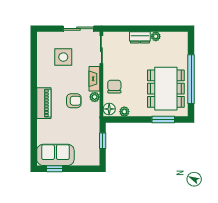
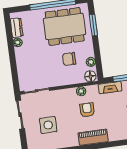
dresser: (140, 37) -> (17, 28), moved
fireplace: (94, 79) -> (110, 88), moved
chair: (114, 87) -> (69, 59), moved

